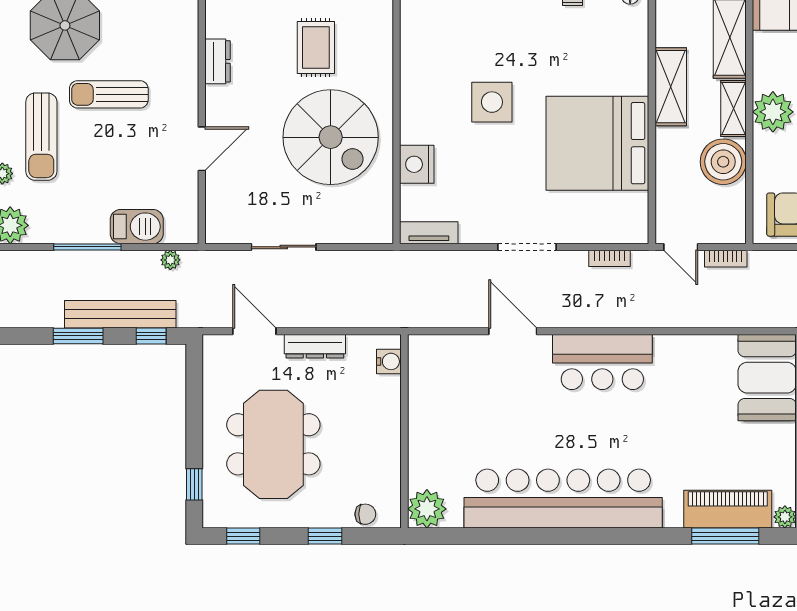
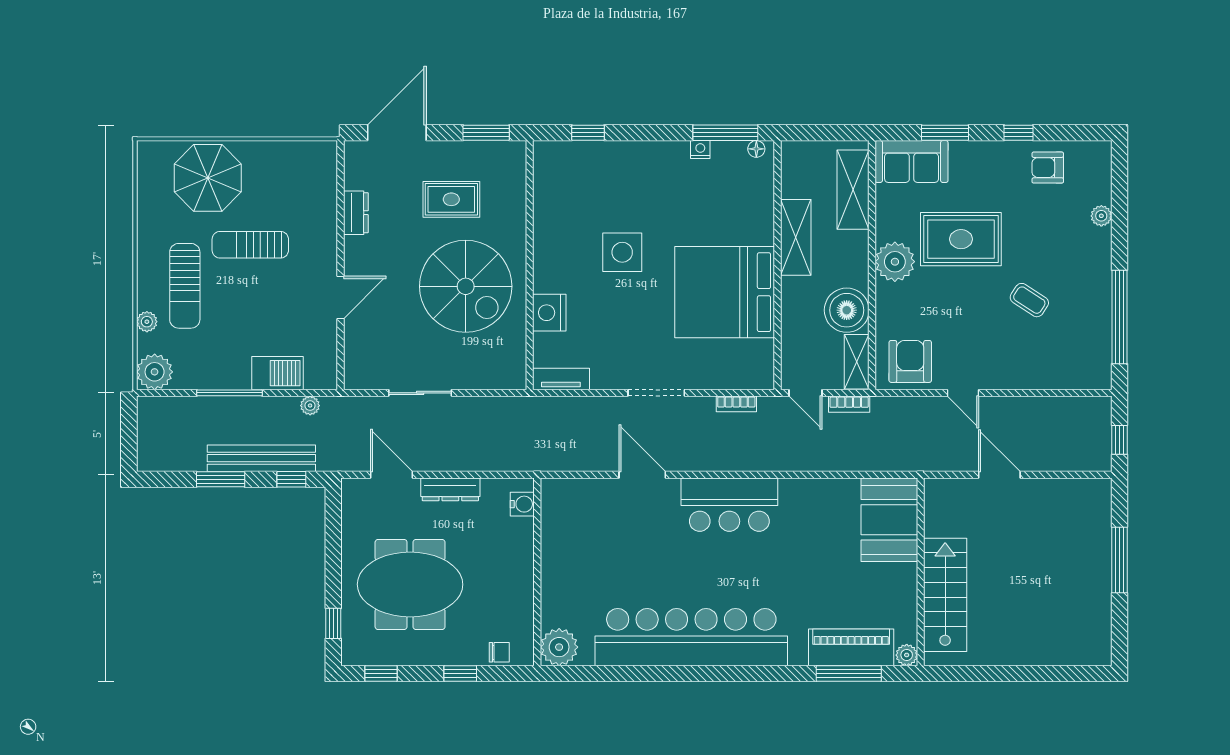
rug: (316, 48) -> (451, 199), turned 90
shelving: (733, 109) -> (857, 362), moved
meeting table: (273, 444) -> (410, 584), turned 90

